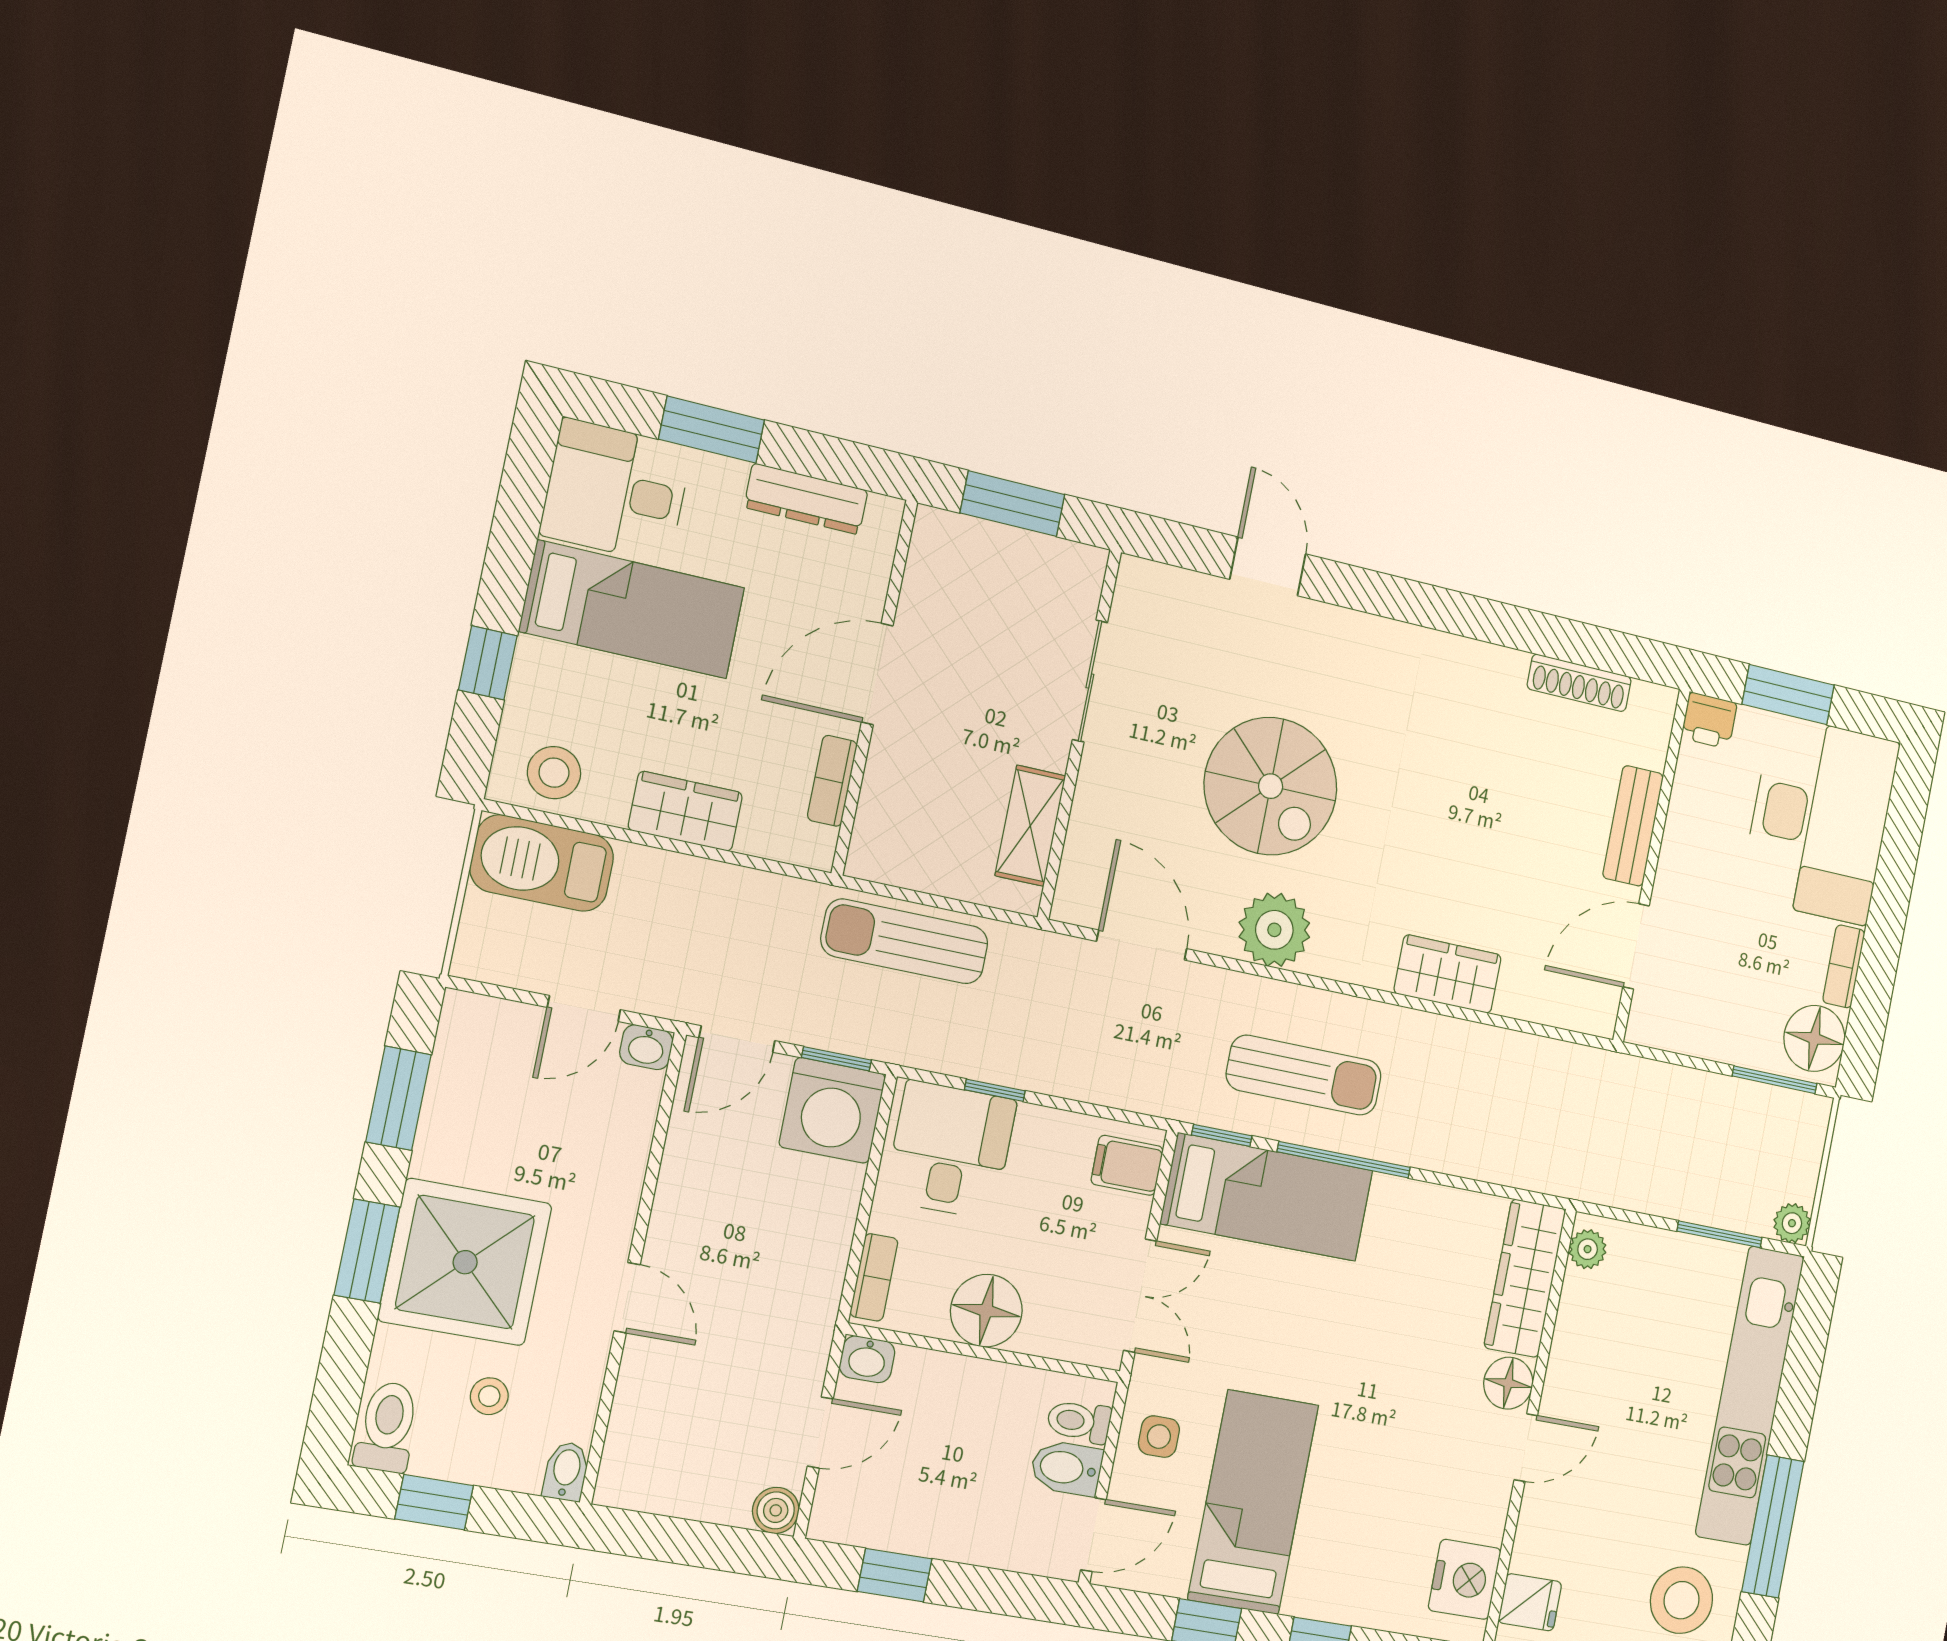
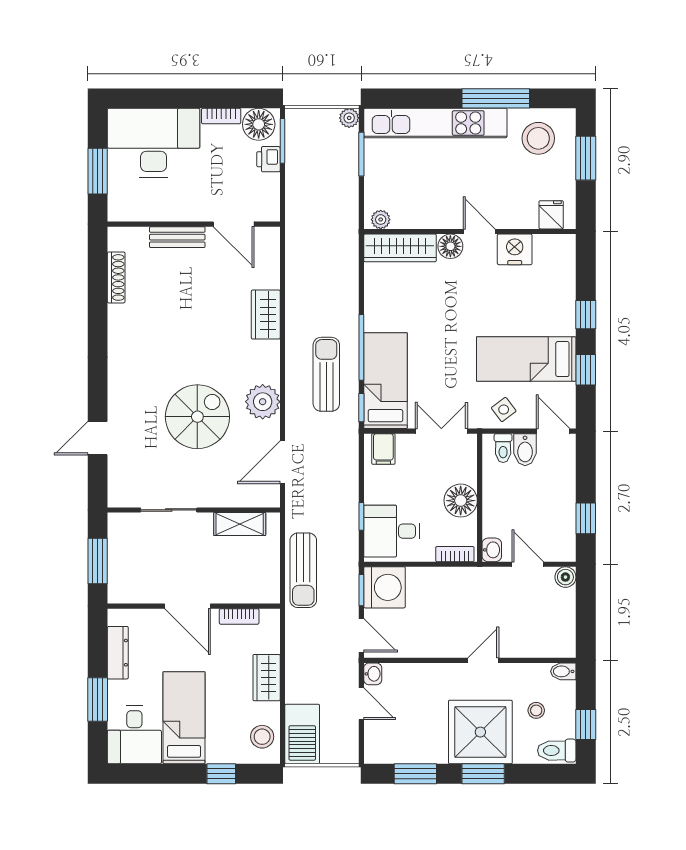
printer: (1709, 720) -> (268, 159), moved, turned 180
side table: (1159, 1437) -> (504, 410), turned -37
nightstand: (1465, 1579) -> (515, 249), moved

